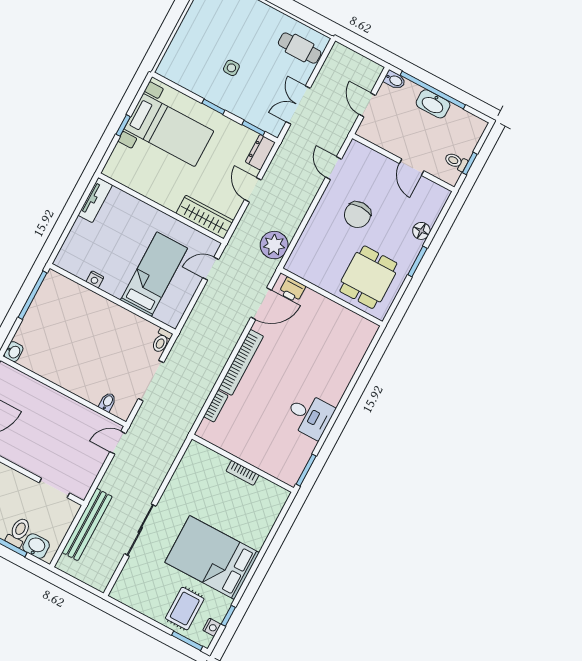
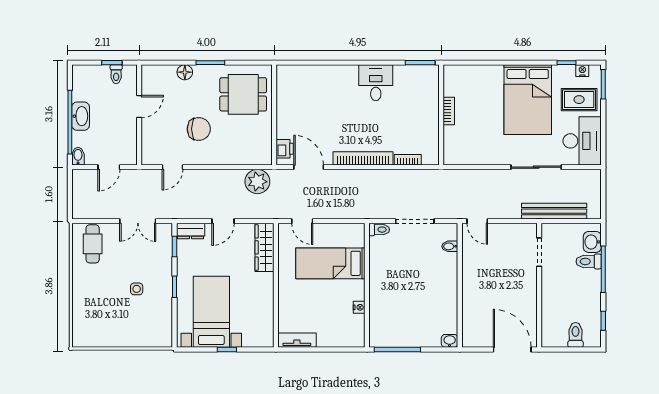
desk: (142, 590) -> (582, 141), added

